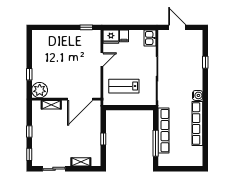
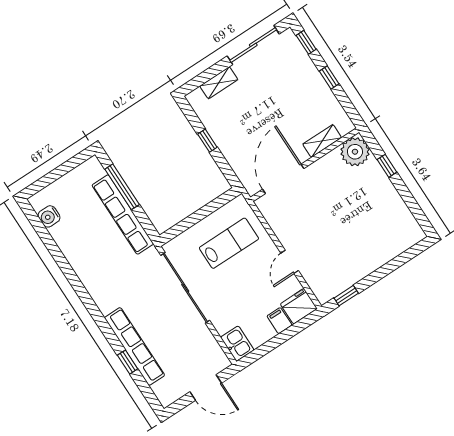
water cooler: (198, 95) -> (49, 216), moved
row of seats: (197, 124) -> (135, 346), moved
sliding door: (54, 169) -> (253, 45), width x1.37

